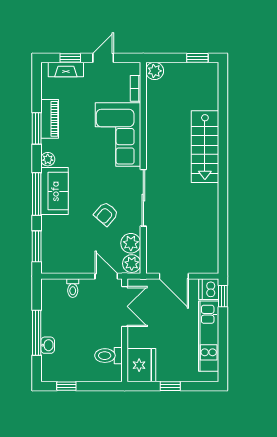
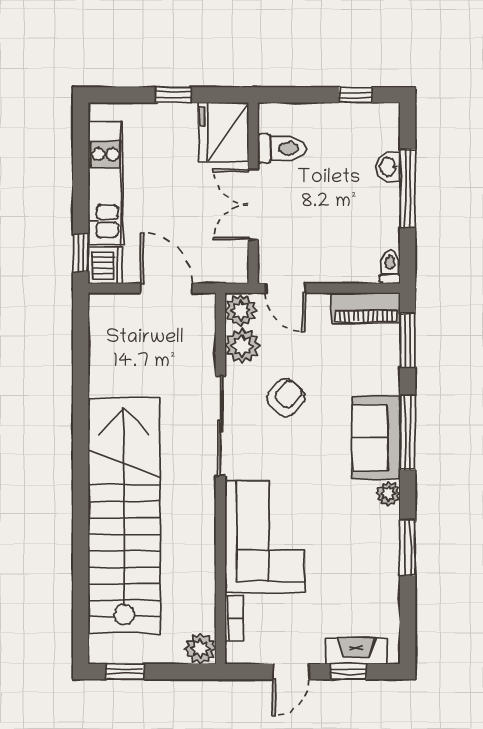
piano: (50, 119) -> (366, 308), moved, turned -90
stairs: (205, 147) -> (124, 516), width x1.86, depth x1.51
toilet: (73, 288) -> (390, 267), moved
double door: (125, 306) -> (253, 204), moved

